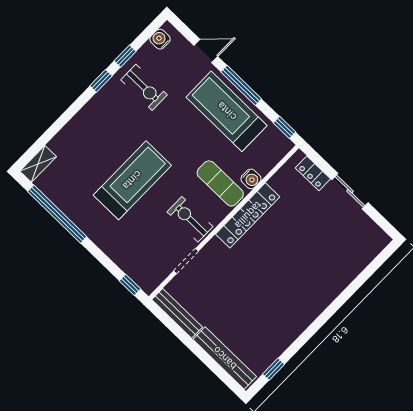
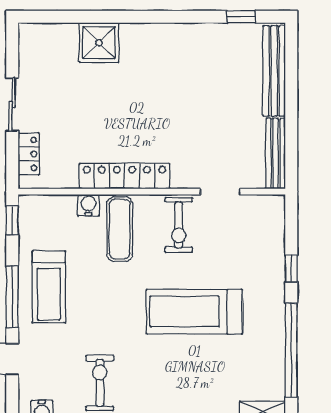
treadmill: (227, 111) -> (49, 287), width x0.73, depth x0.73
shower: (337, 274) -> (99, 43), added
window: (130, 285) -> (291, 269), moved

